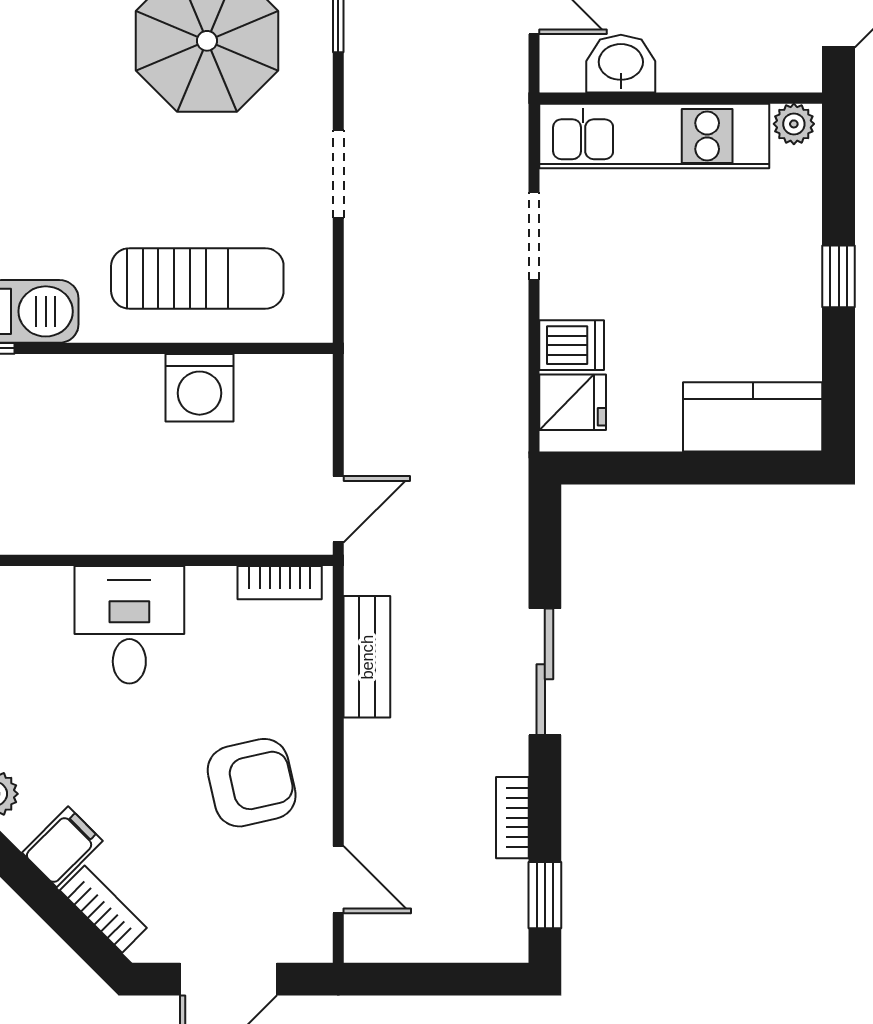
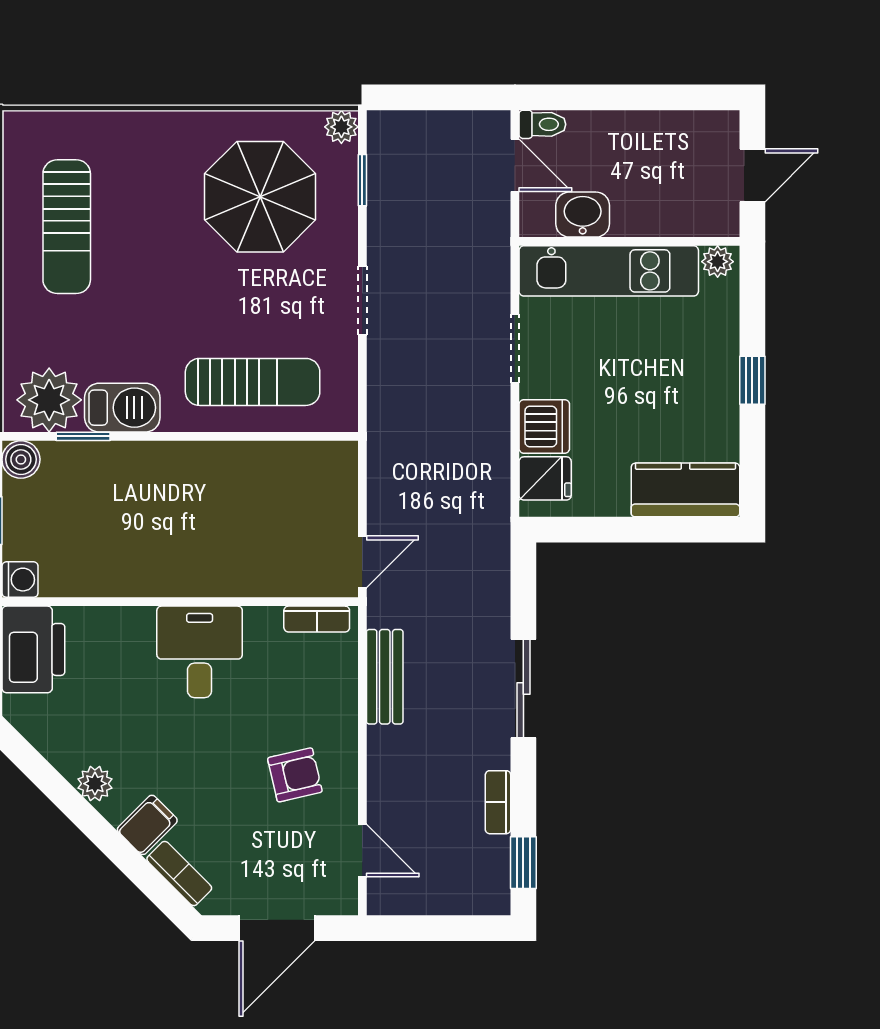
dishwasher: (572, 345) -> (544, 426), width x1.38
washing machine: (199, 388) -> (254, 467), removed
armchair: (252, 783) -> (295, 775), width x0.72, depth x0.72

